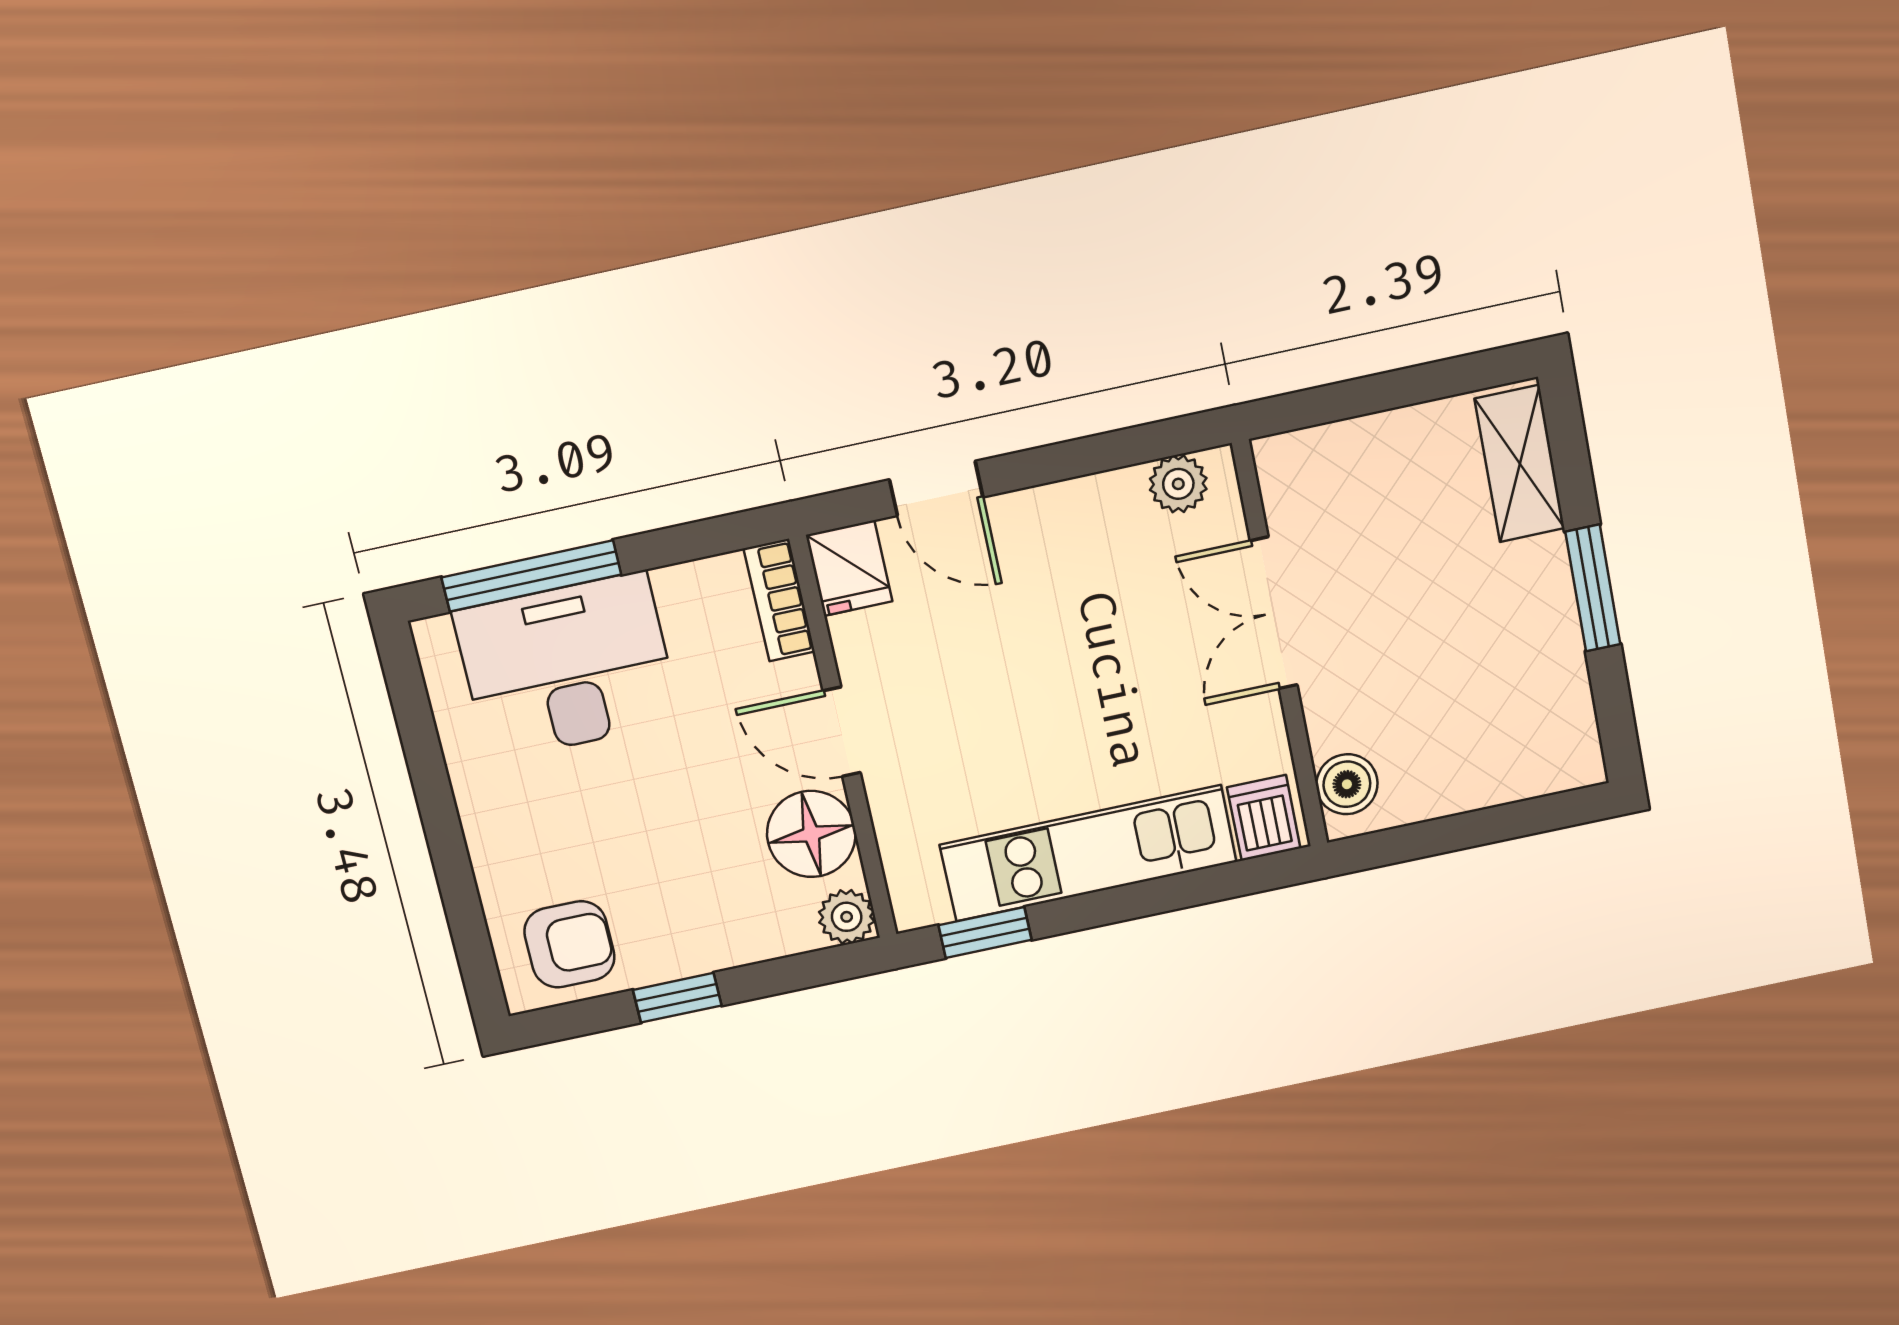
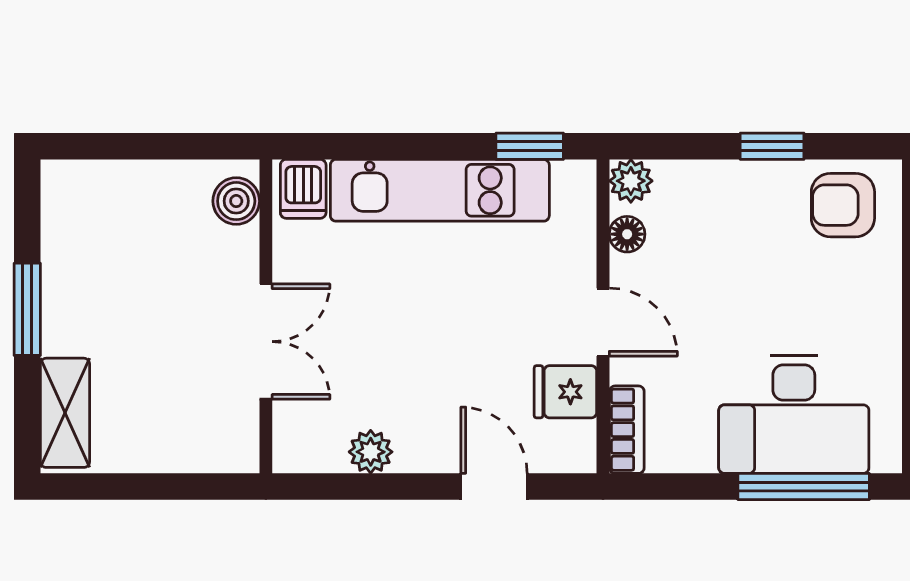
plant: (1178, 484) -> (371, 452), moved
fridge: (849, 568) -> (565, 392), moved, turned -90
floor lamp: (811, 834) -> (627, 234), width x0.53, depth x0.53

